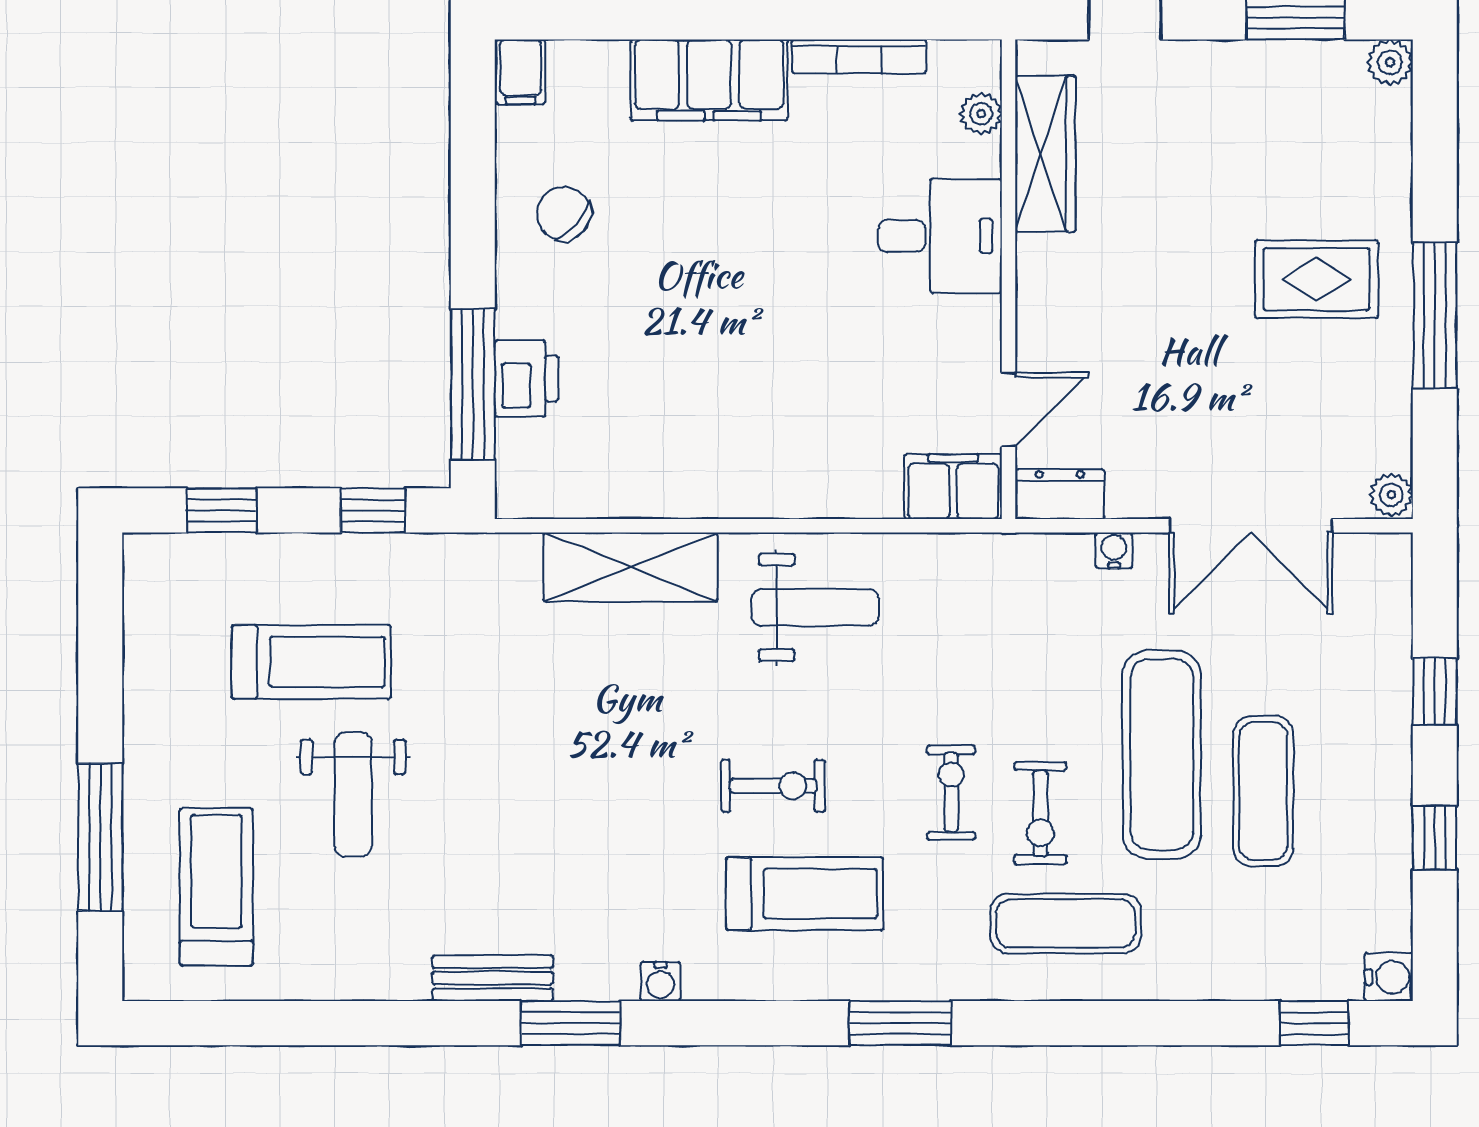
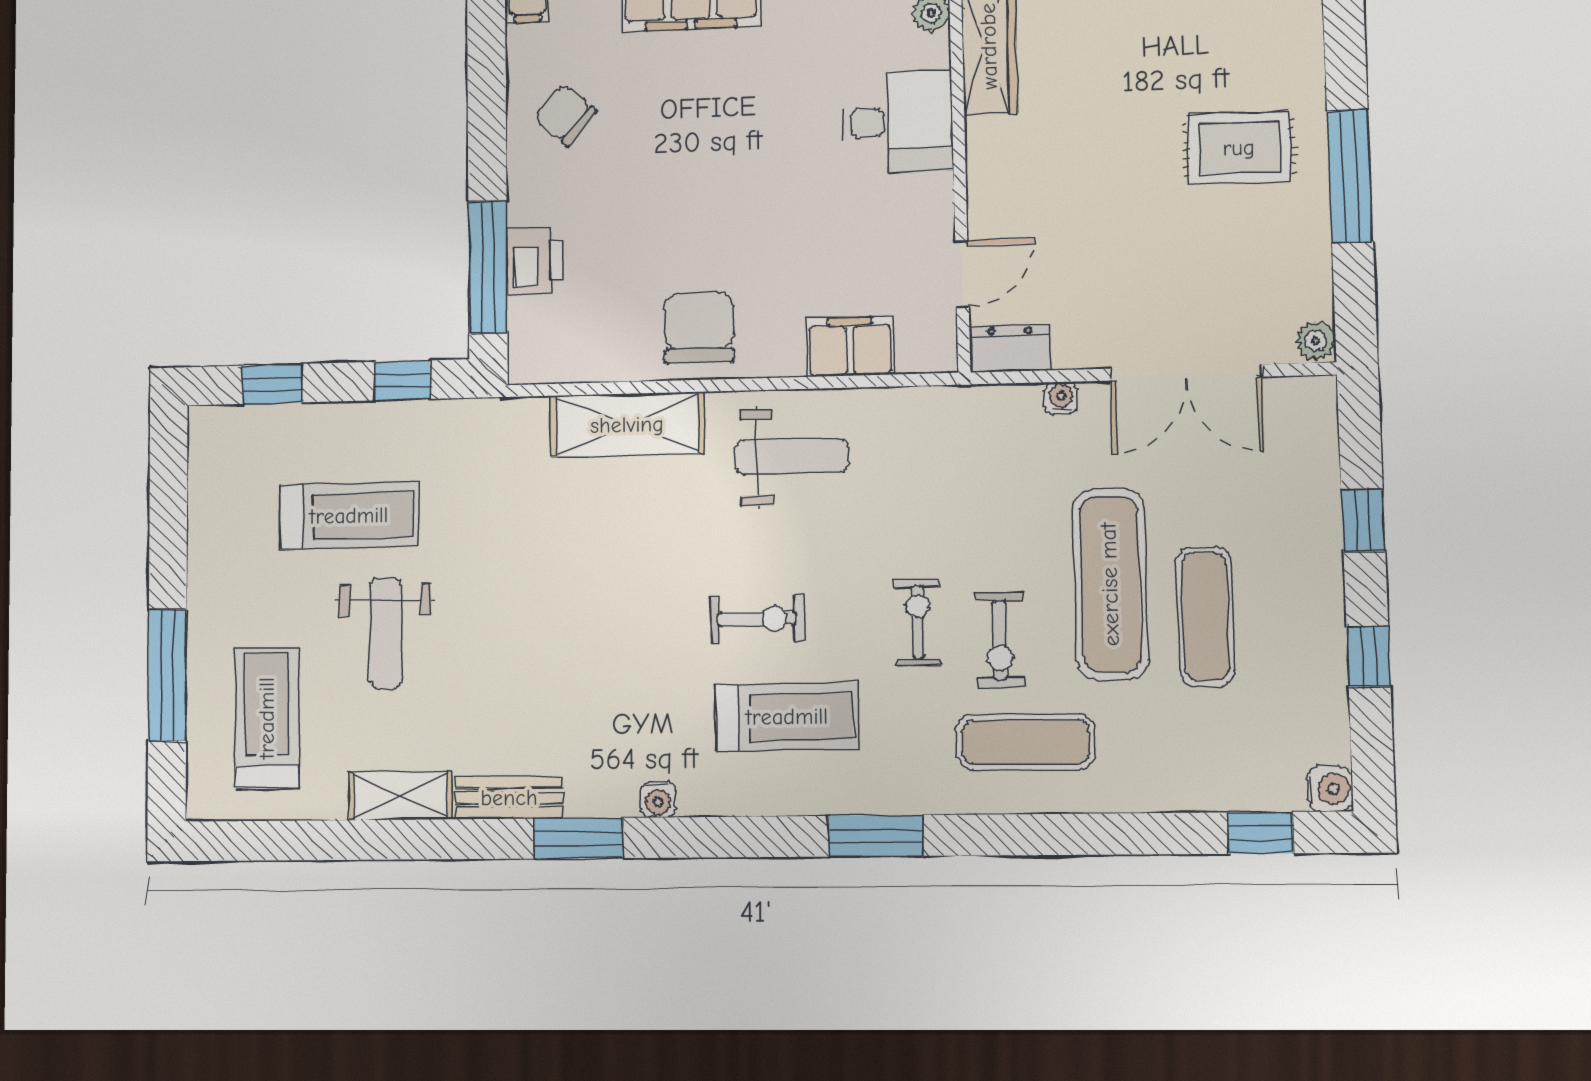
chair: (713, 460) -> (699, 327), added
filing cabinet: (953, 487) -> (850, 347), moved
shelving: (369, 975) -> (400, 796), added

